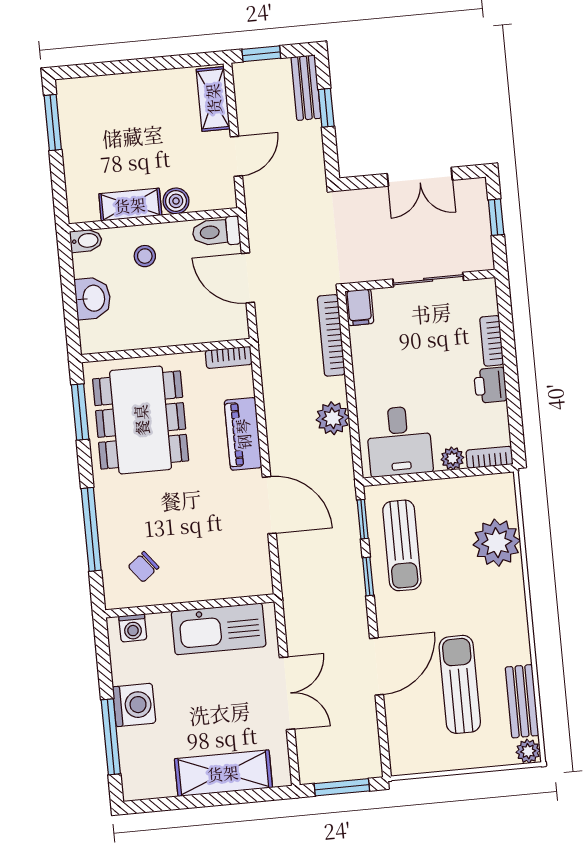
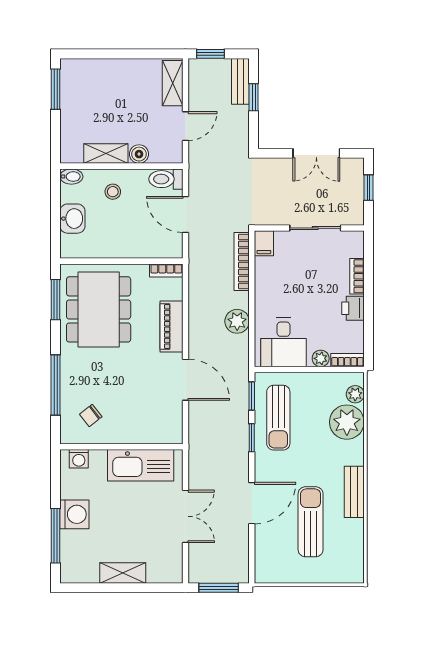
bench: (522, 701) -> (354, 492), moved
plant: (528, 751) -> (355, 394), moved
shelving: (223, 773) -> (123, 573), width x0.67, depth x0.75

